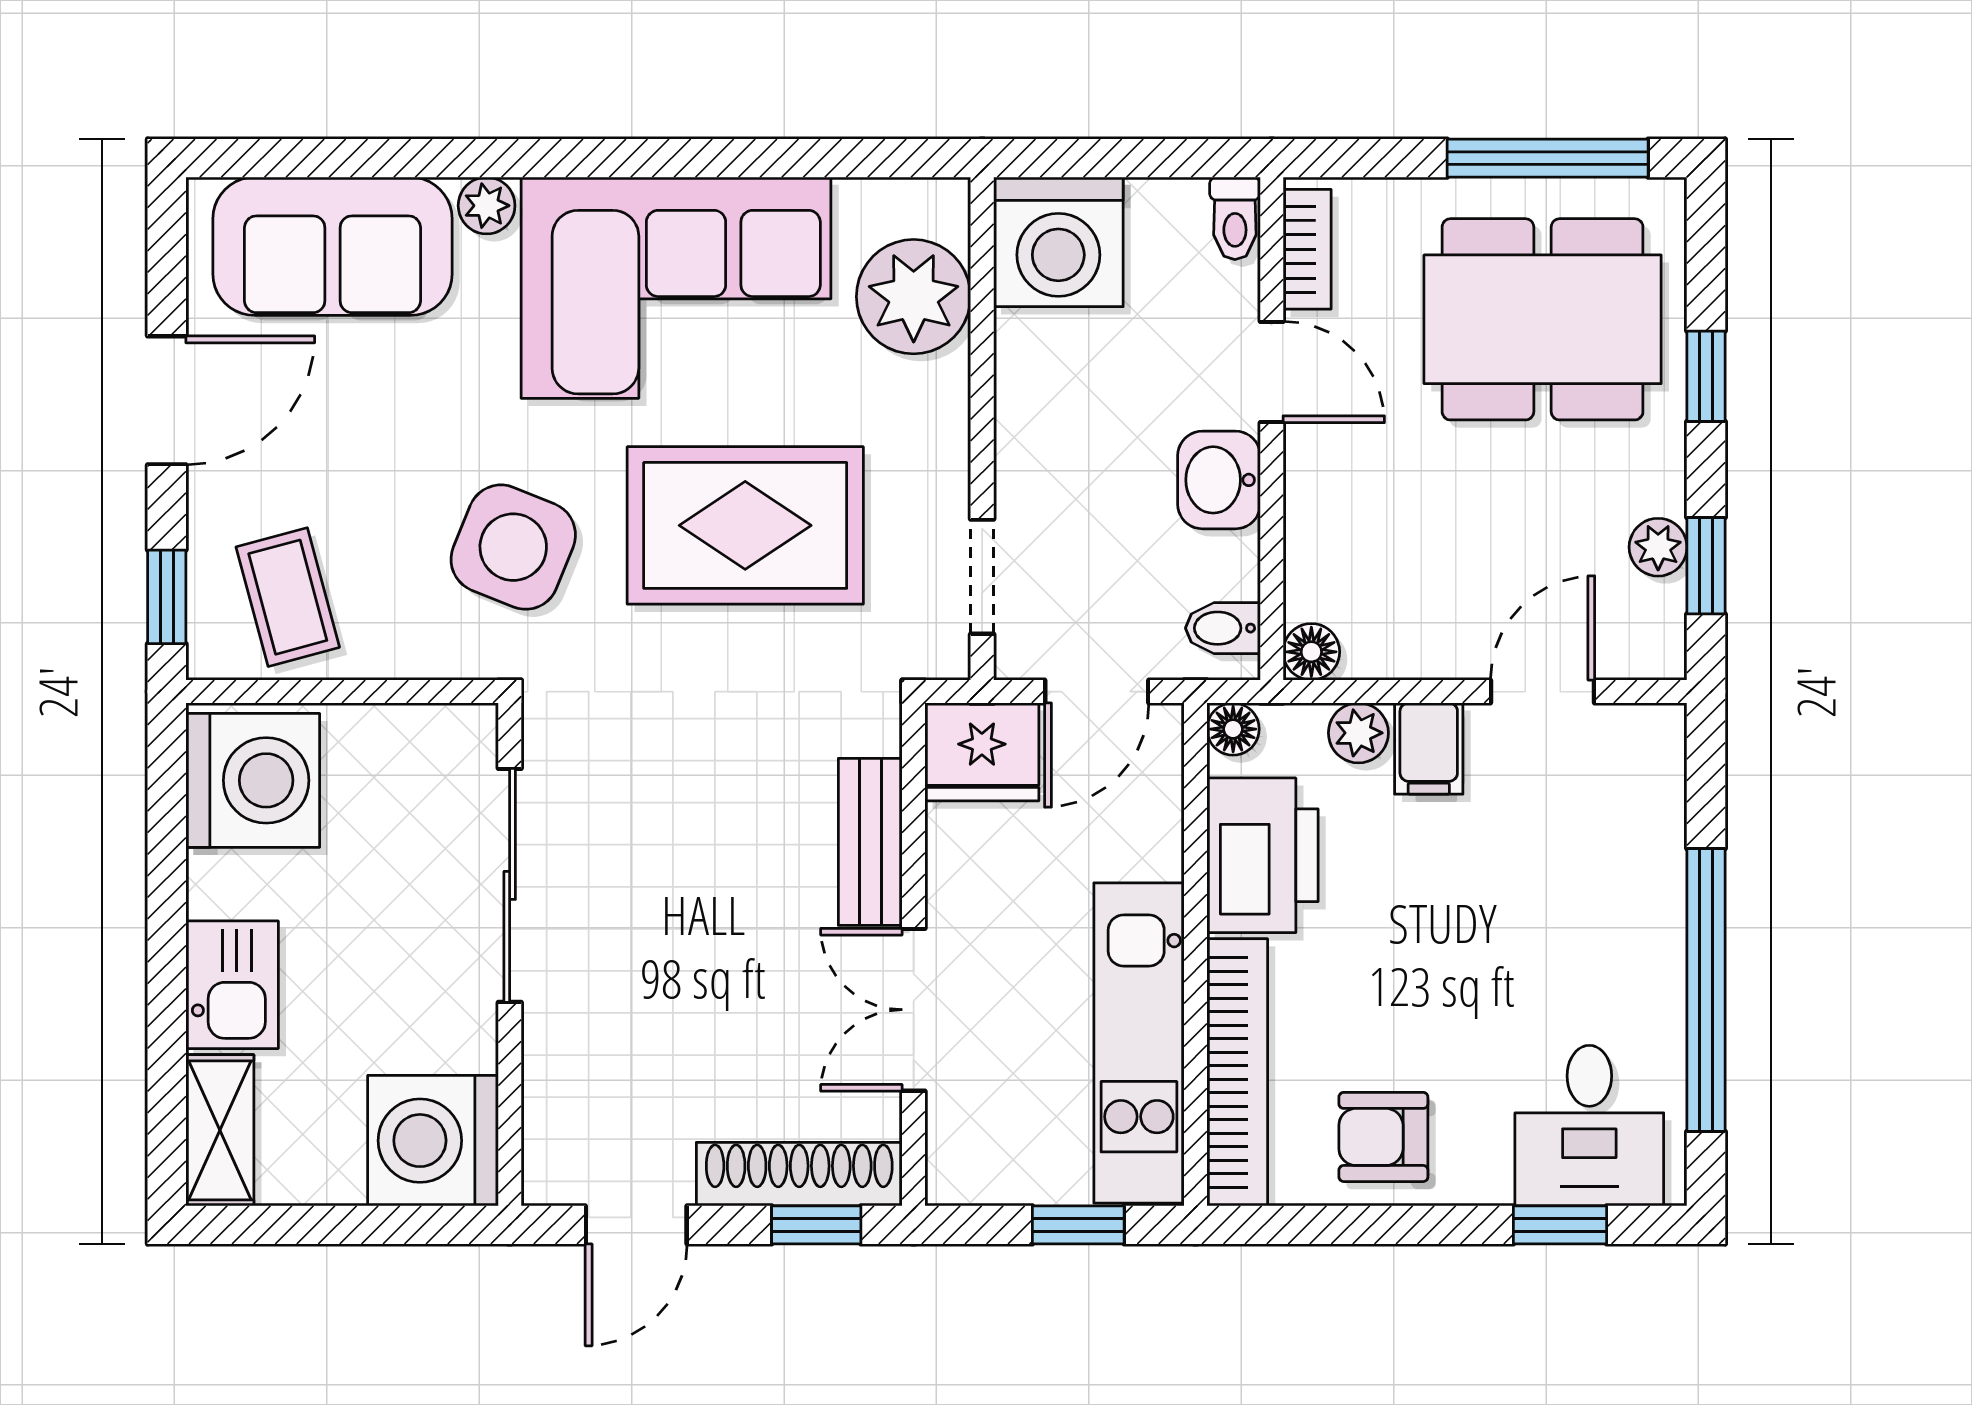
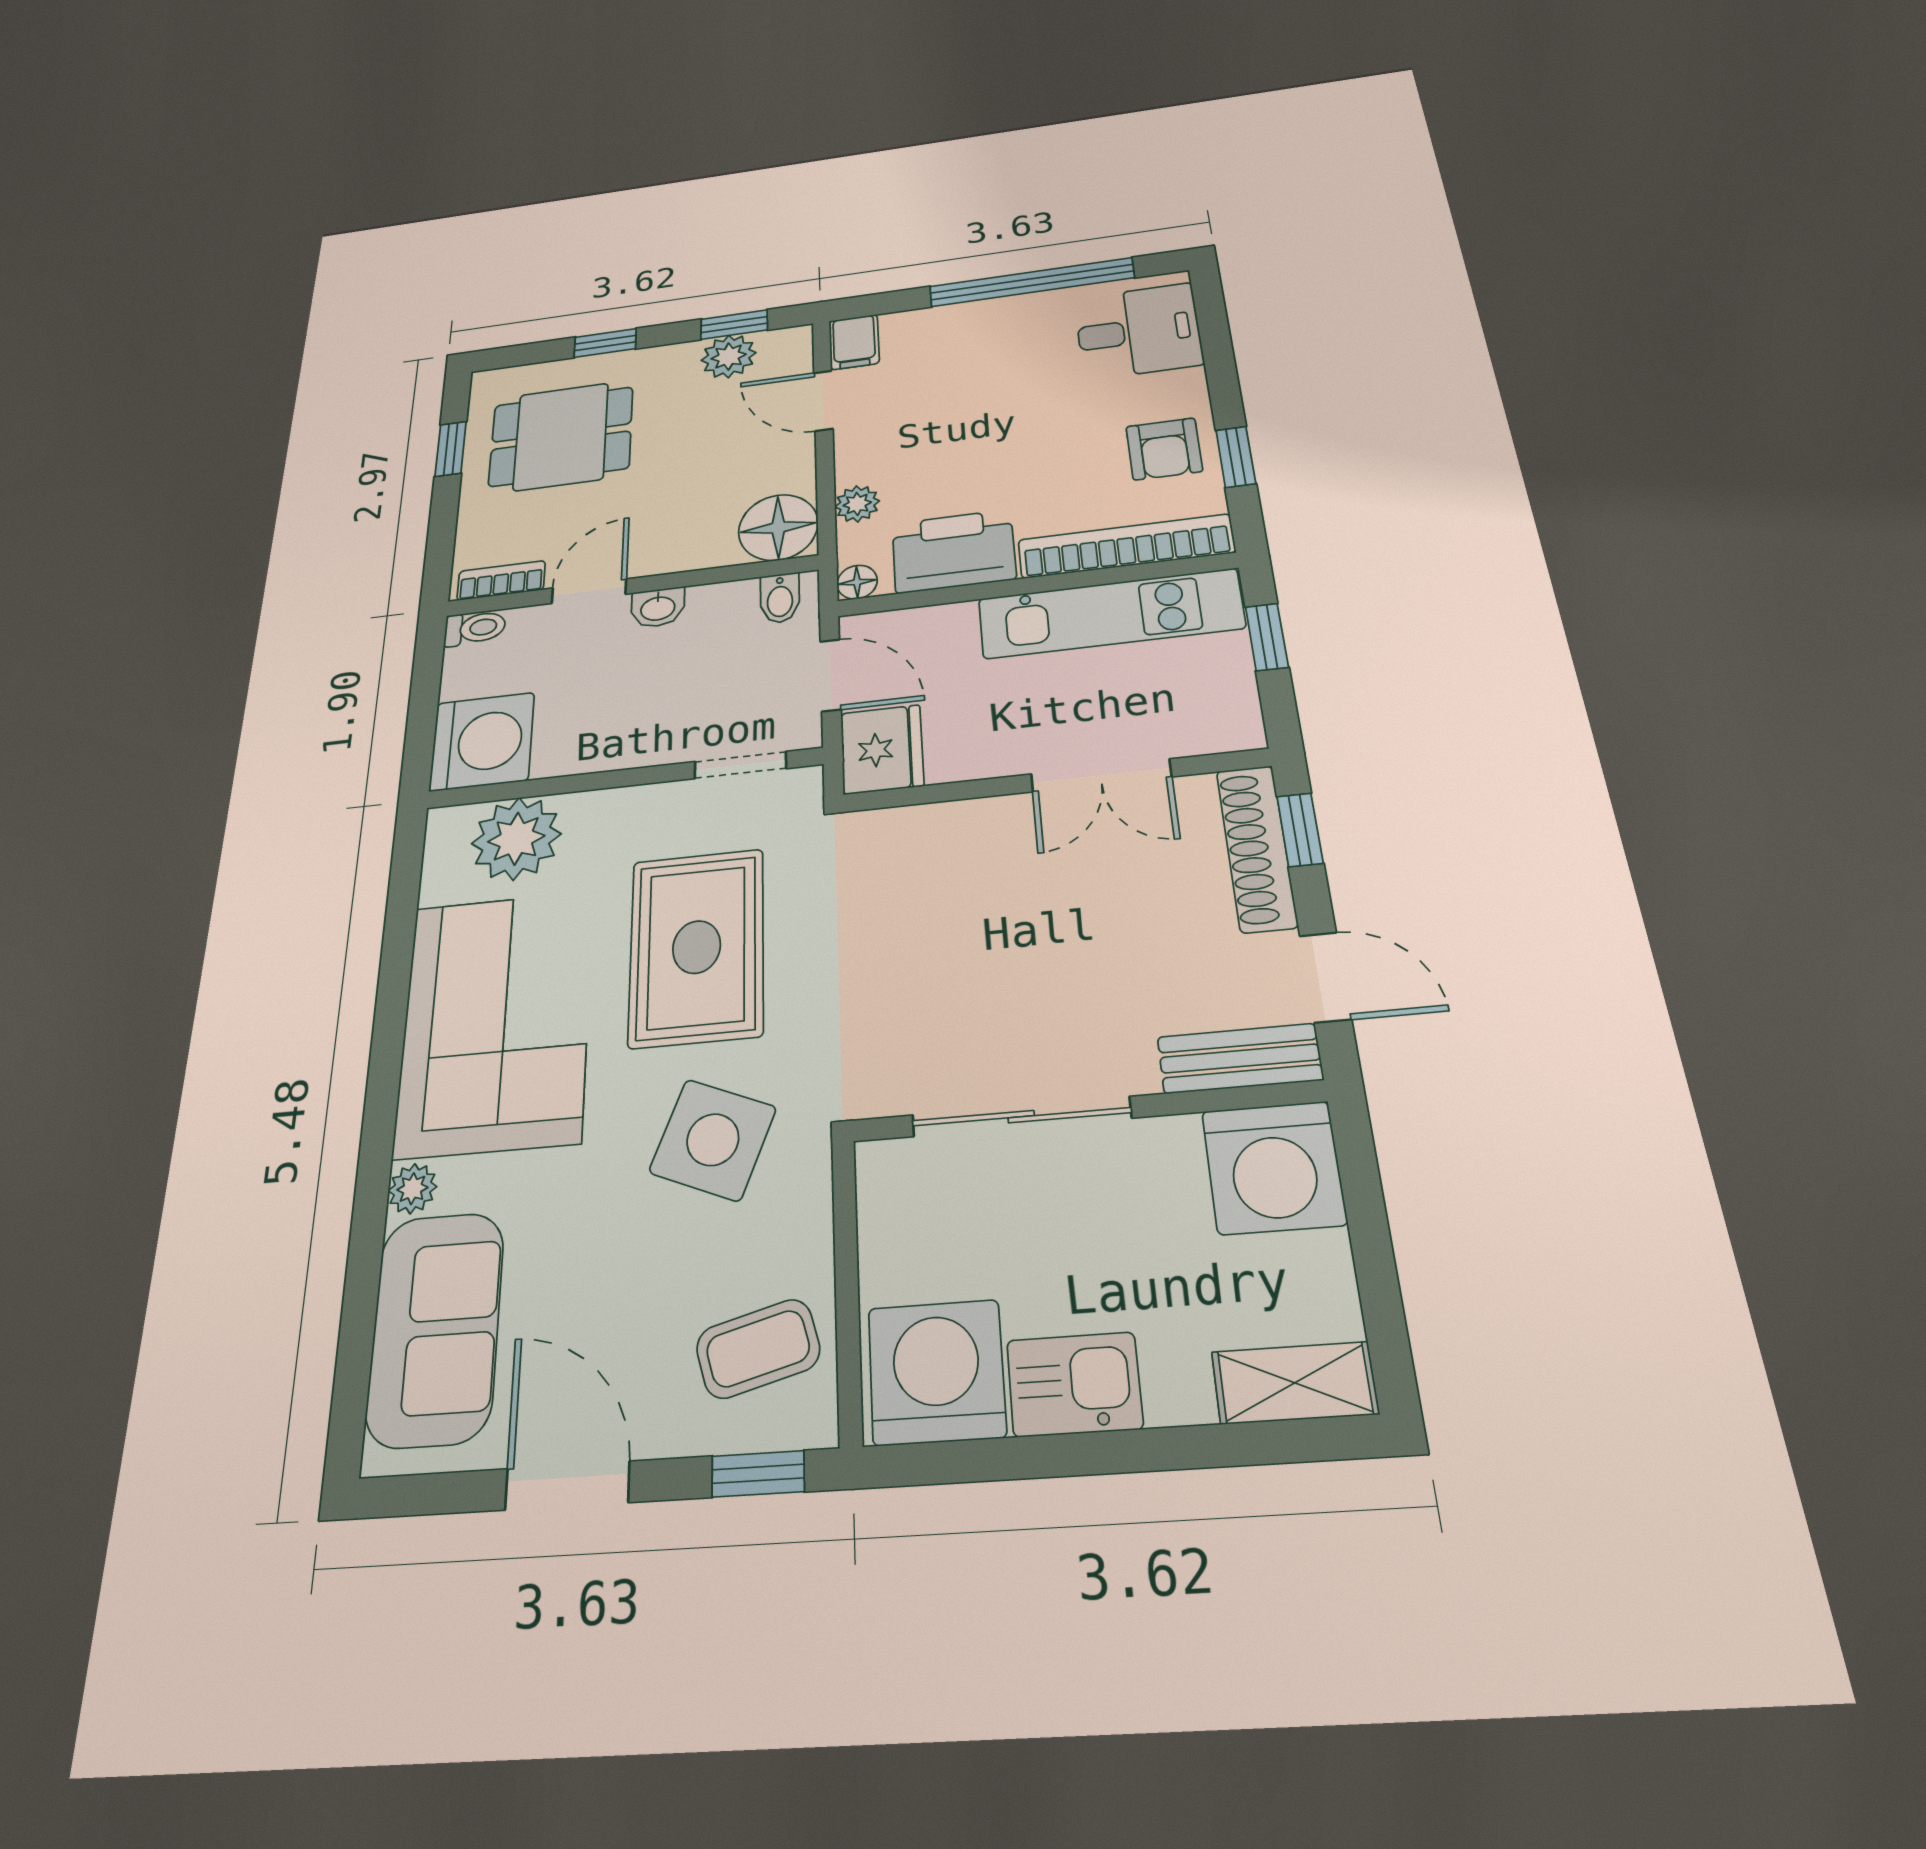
window: (1548, 158) -> (451, 449), width x0.46
dining table: (1543, 319) -> (561, 437), width x0.73
washbasin: (1219, 480) -> (658, 608), width x0.72, depth x0.69
plant: (1658, 547) -> (729, 357), width x1.38, depth x1.38
floor lamp: (1311, 652) -> (778, 527), width x1.89, depth x1.89
filing cabinet: (1429, 749) -> (854, 342), moved, turned 90
bench: (870, 842) -> (1240, 1059), moved
kitchen sink: (232, 985) -> (1074, 1384), moved
window: (1560, 1225) -> (1236, 457), moved

